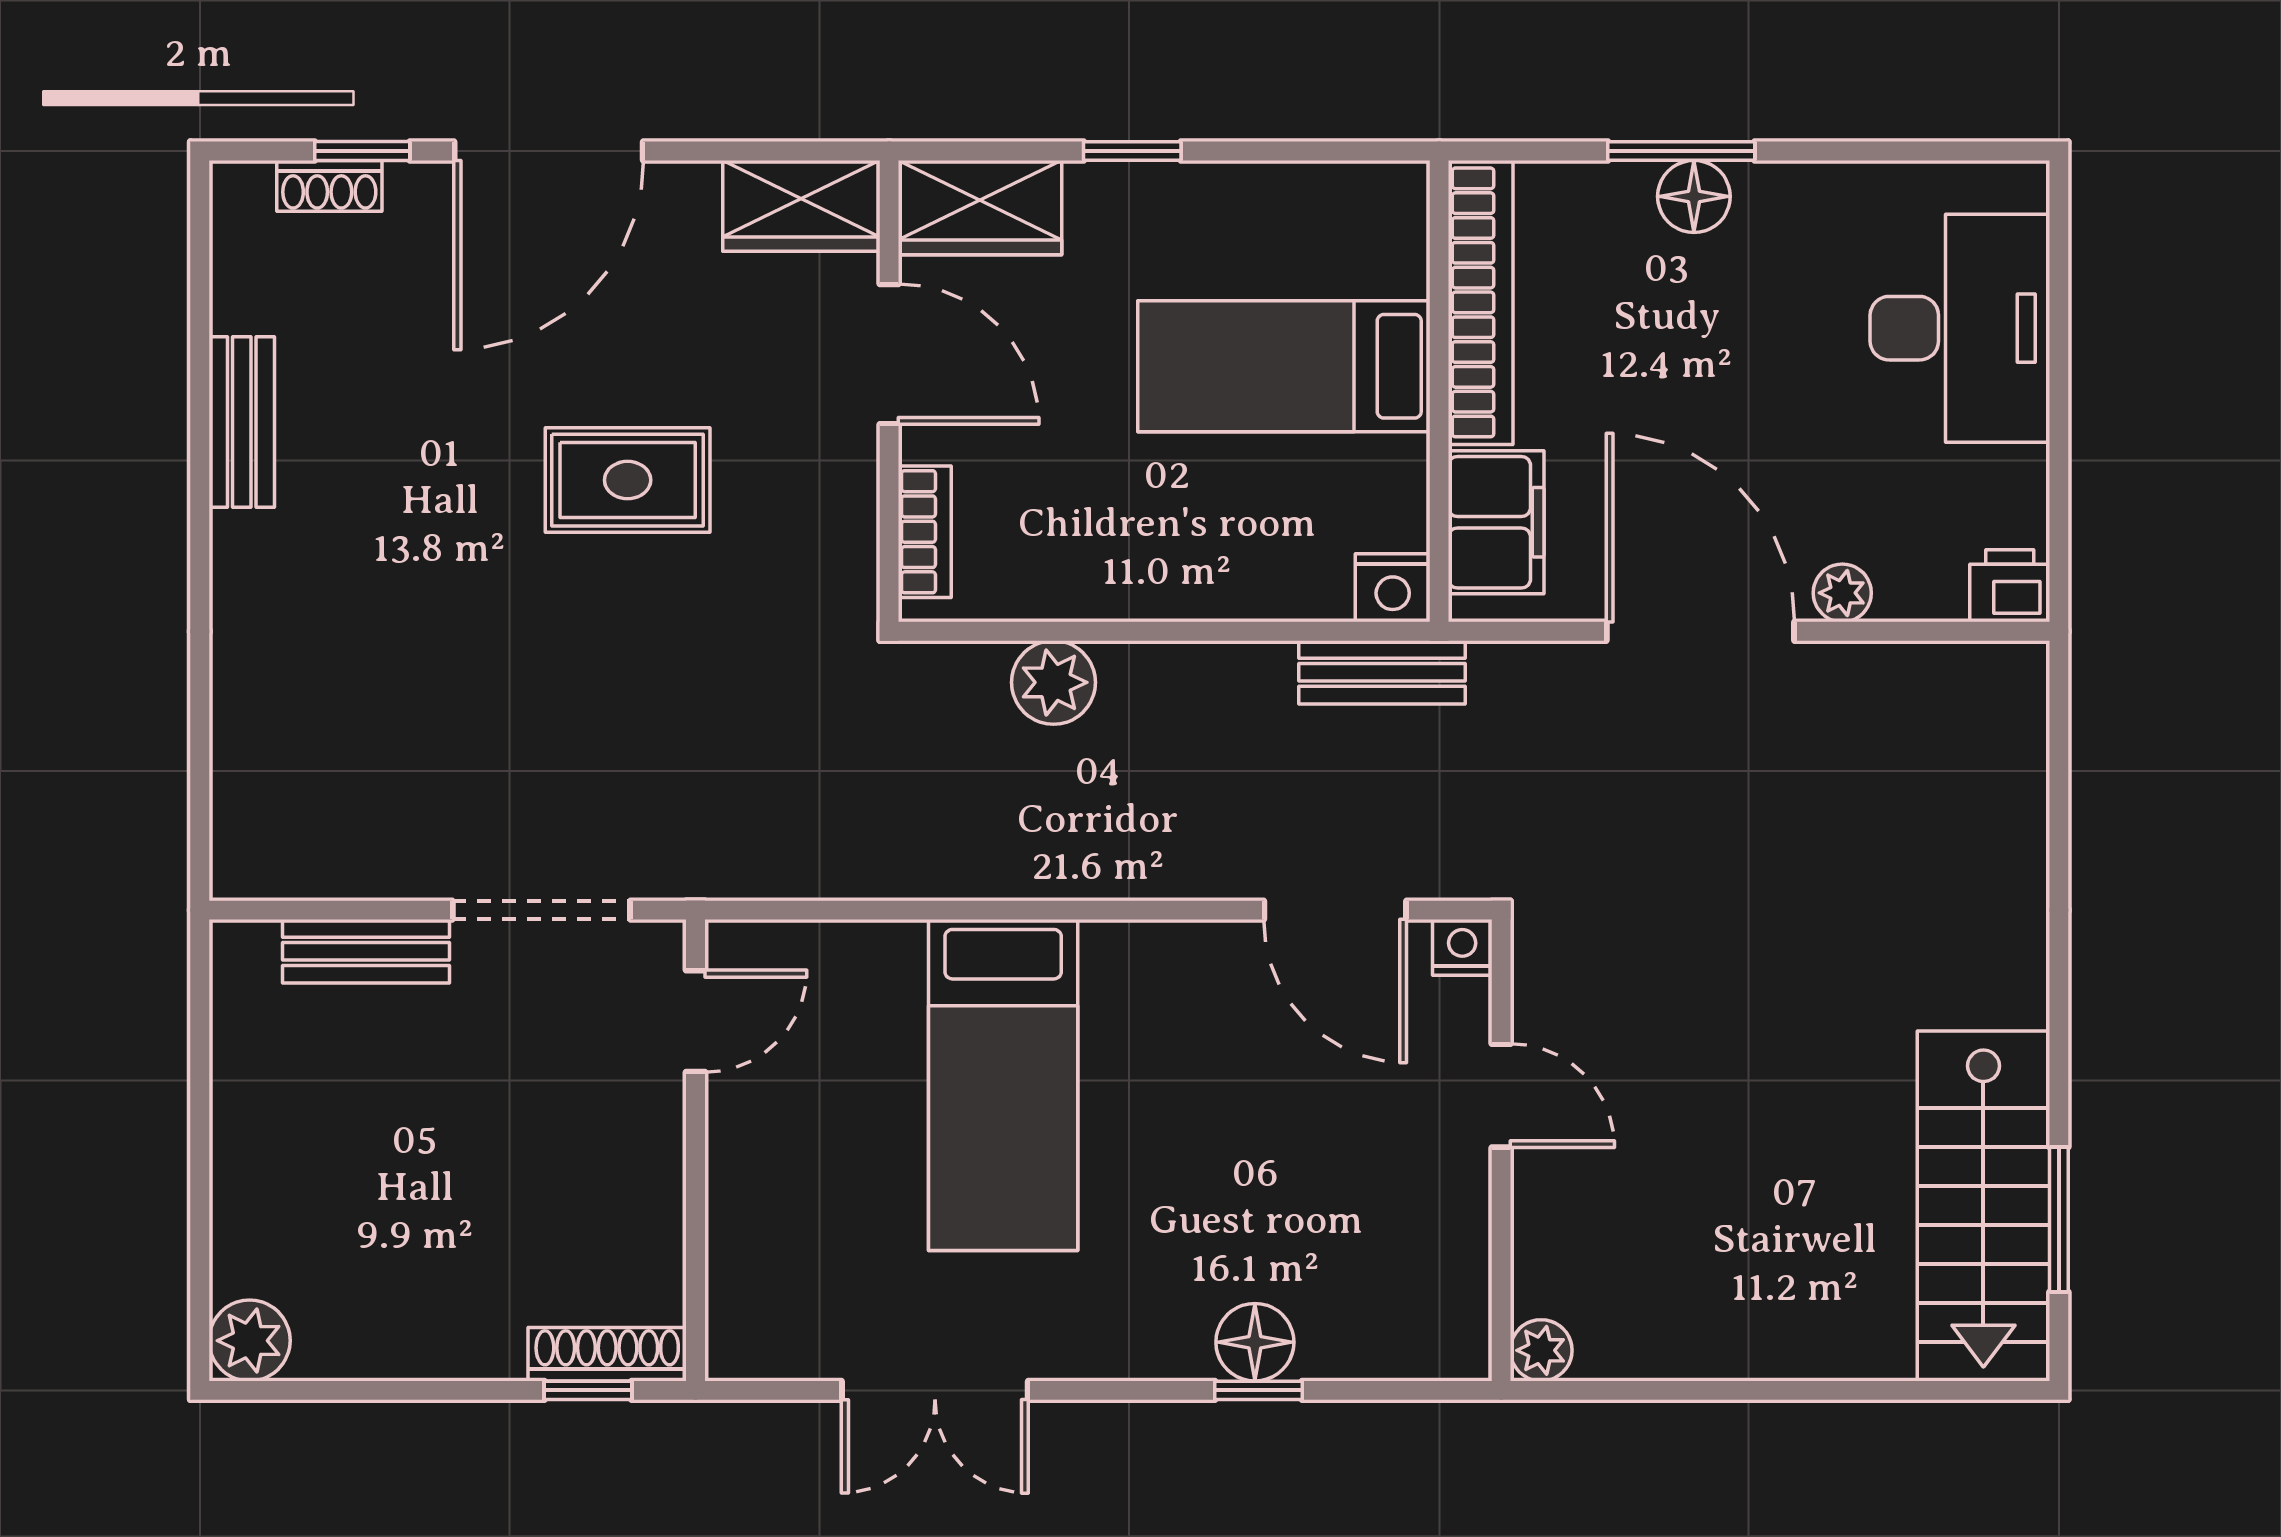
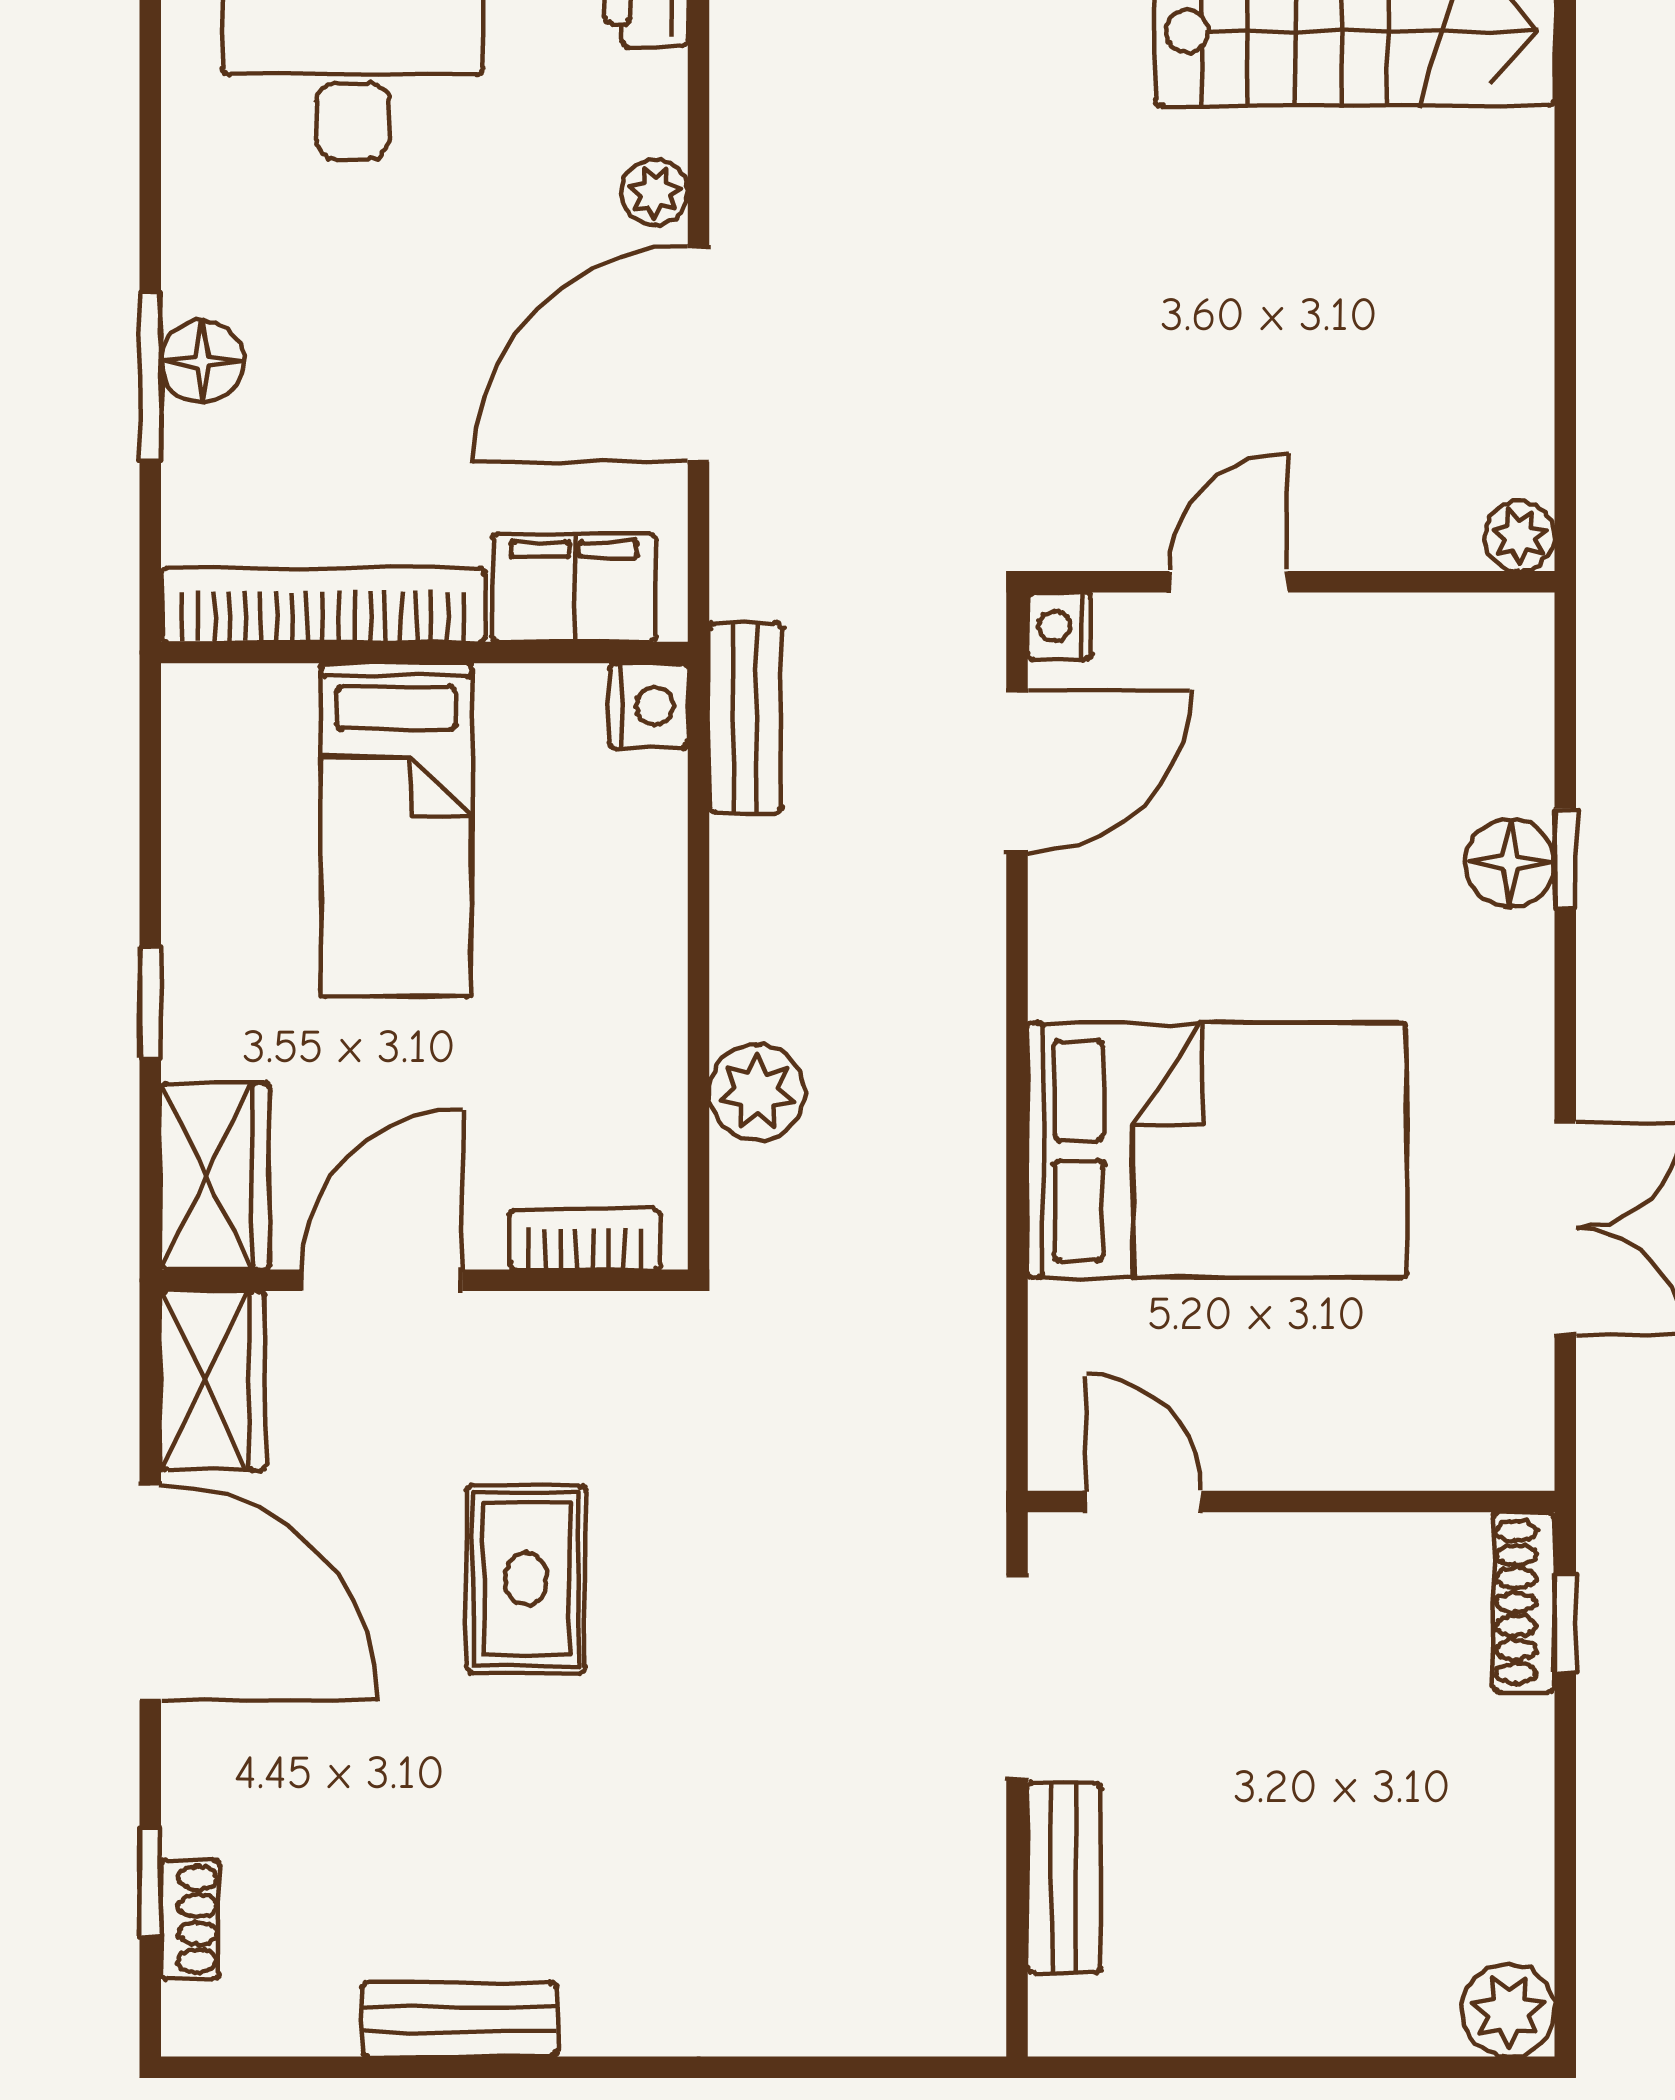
door: (549, 151) -> (150, 1592), moved
bed: (1003, 1085) -> (1217, 1150), width x1.50

